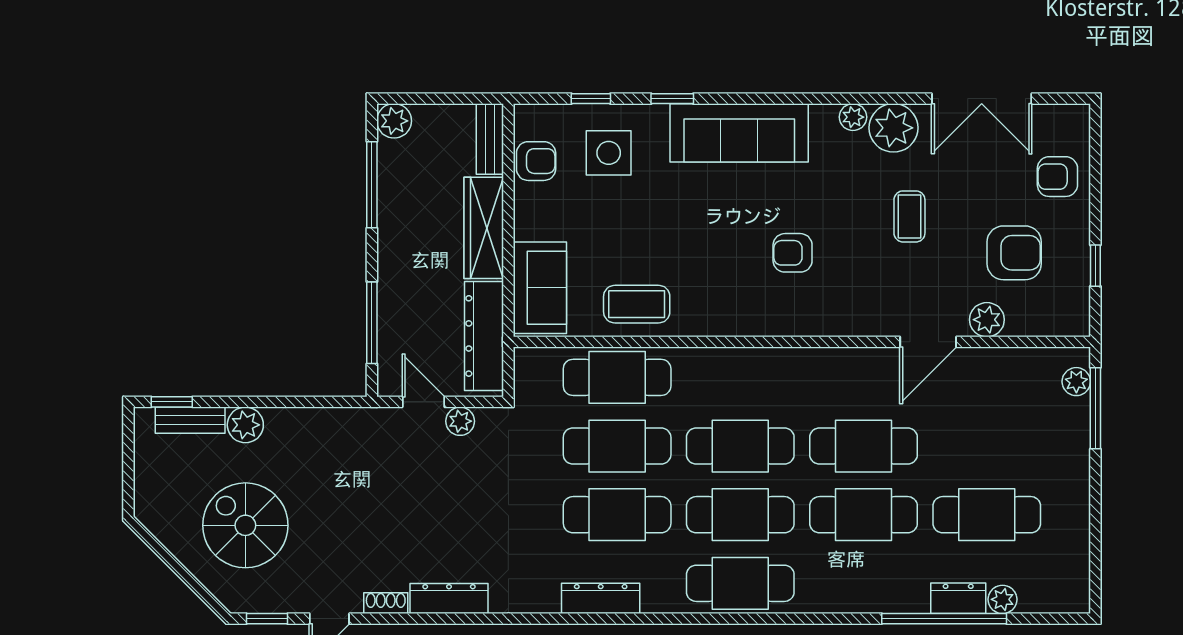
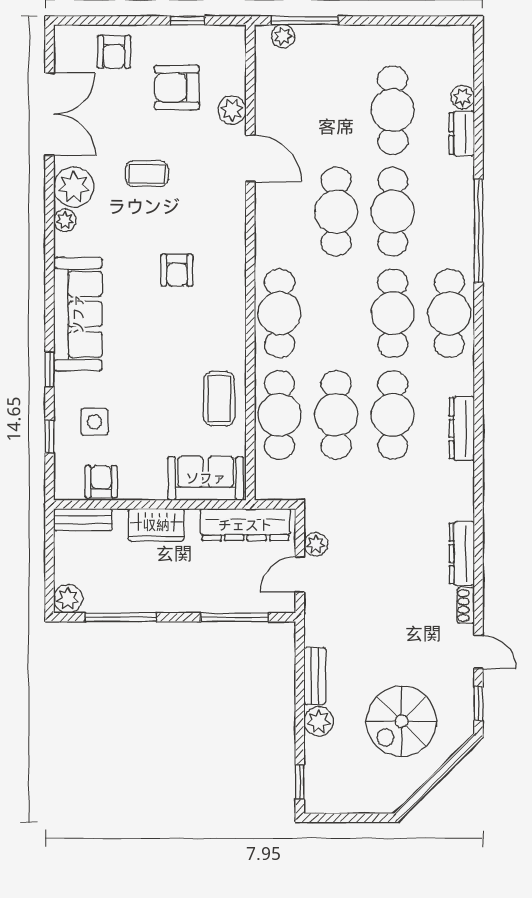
side table: (609, 153) -> (94, 422), width x0.73, depth x0.73
wardrobe: (484, 228) -> (156, 525), width x0.67
armchair: (1014, 253) -> (177, 87), turned -90
bench: (190, 420) -> (315, 676), moved
cafe table: (740, 446) -> (280, 313), moved
window: (944, 619) -> (479, 231), moved

